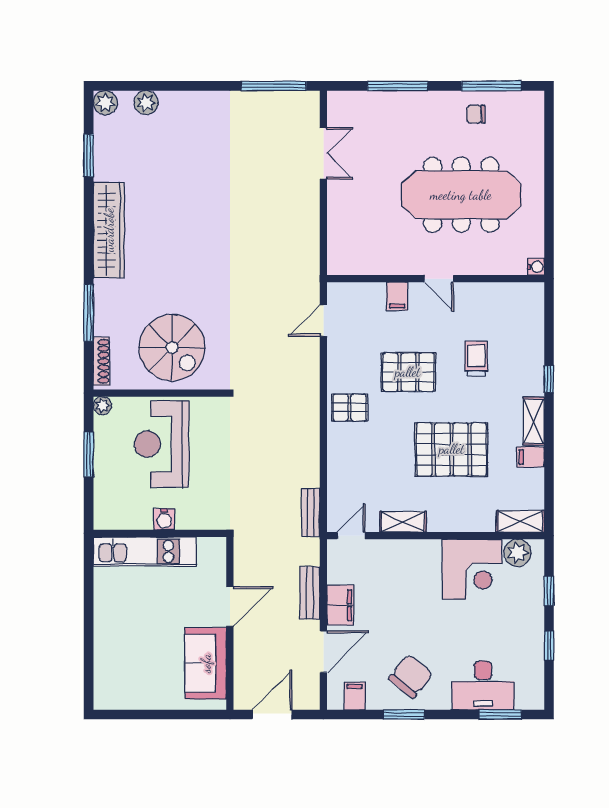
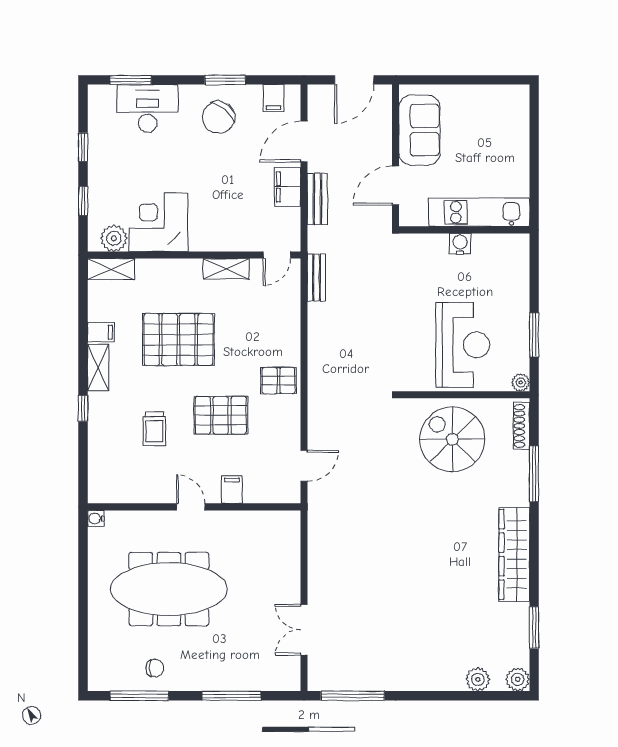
water cooler: (164, 519) -> (460, 244), moved
wall: (160, 533) -> (464, 230), moved
kitchen unit: (145, 551) -> (479, 212), moved

